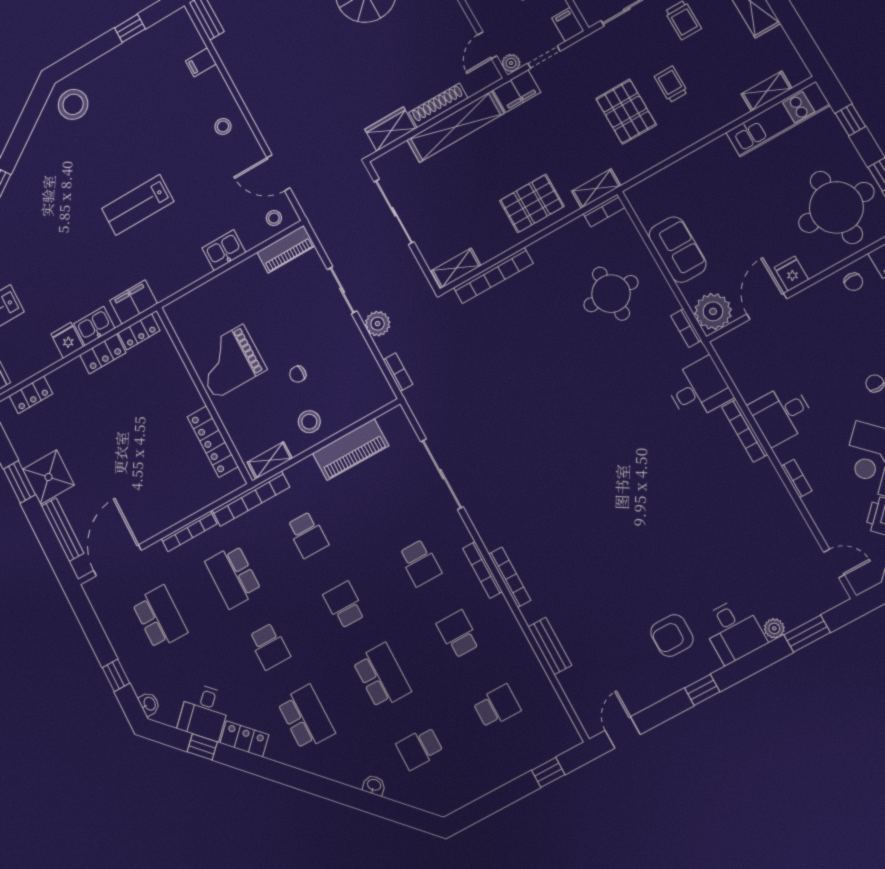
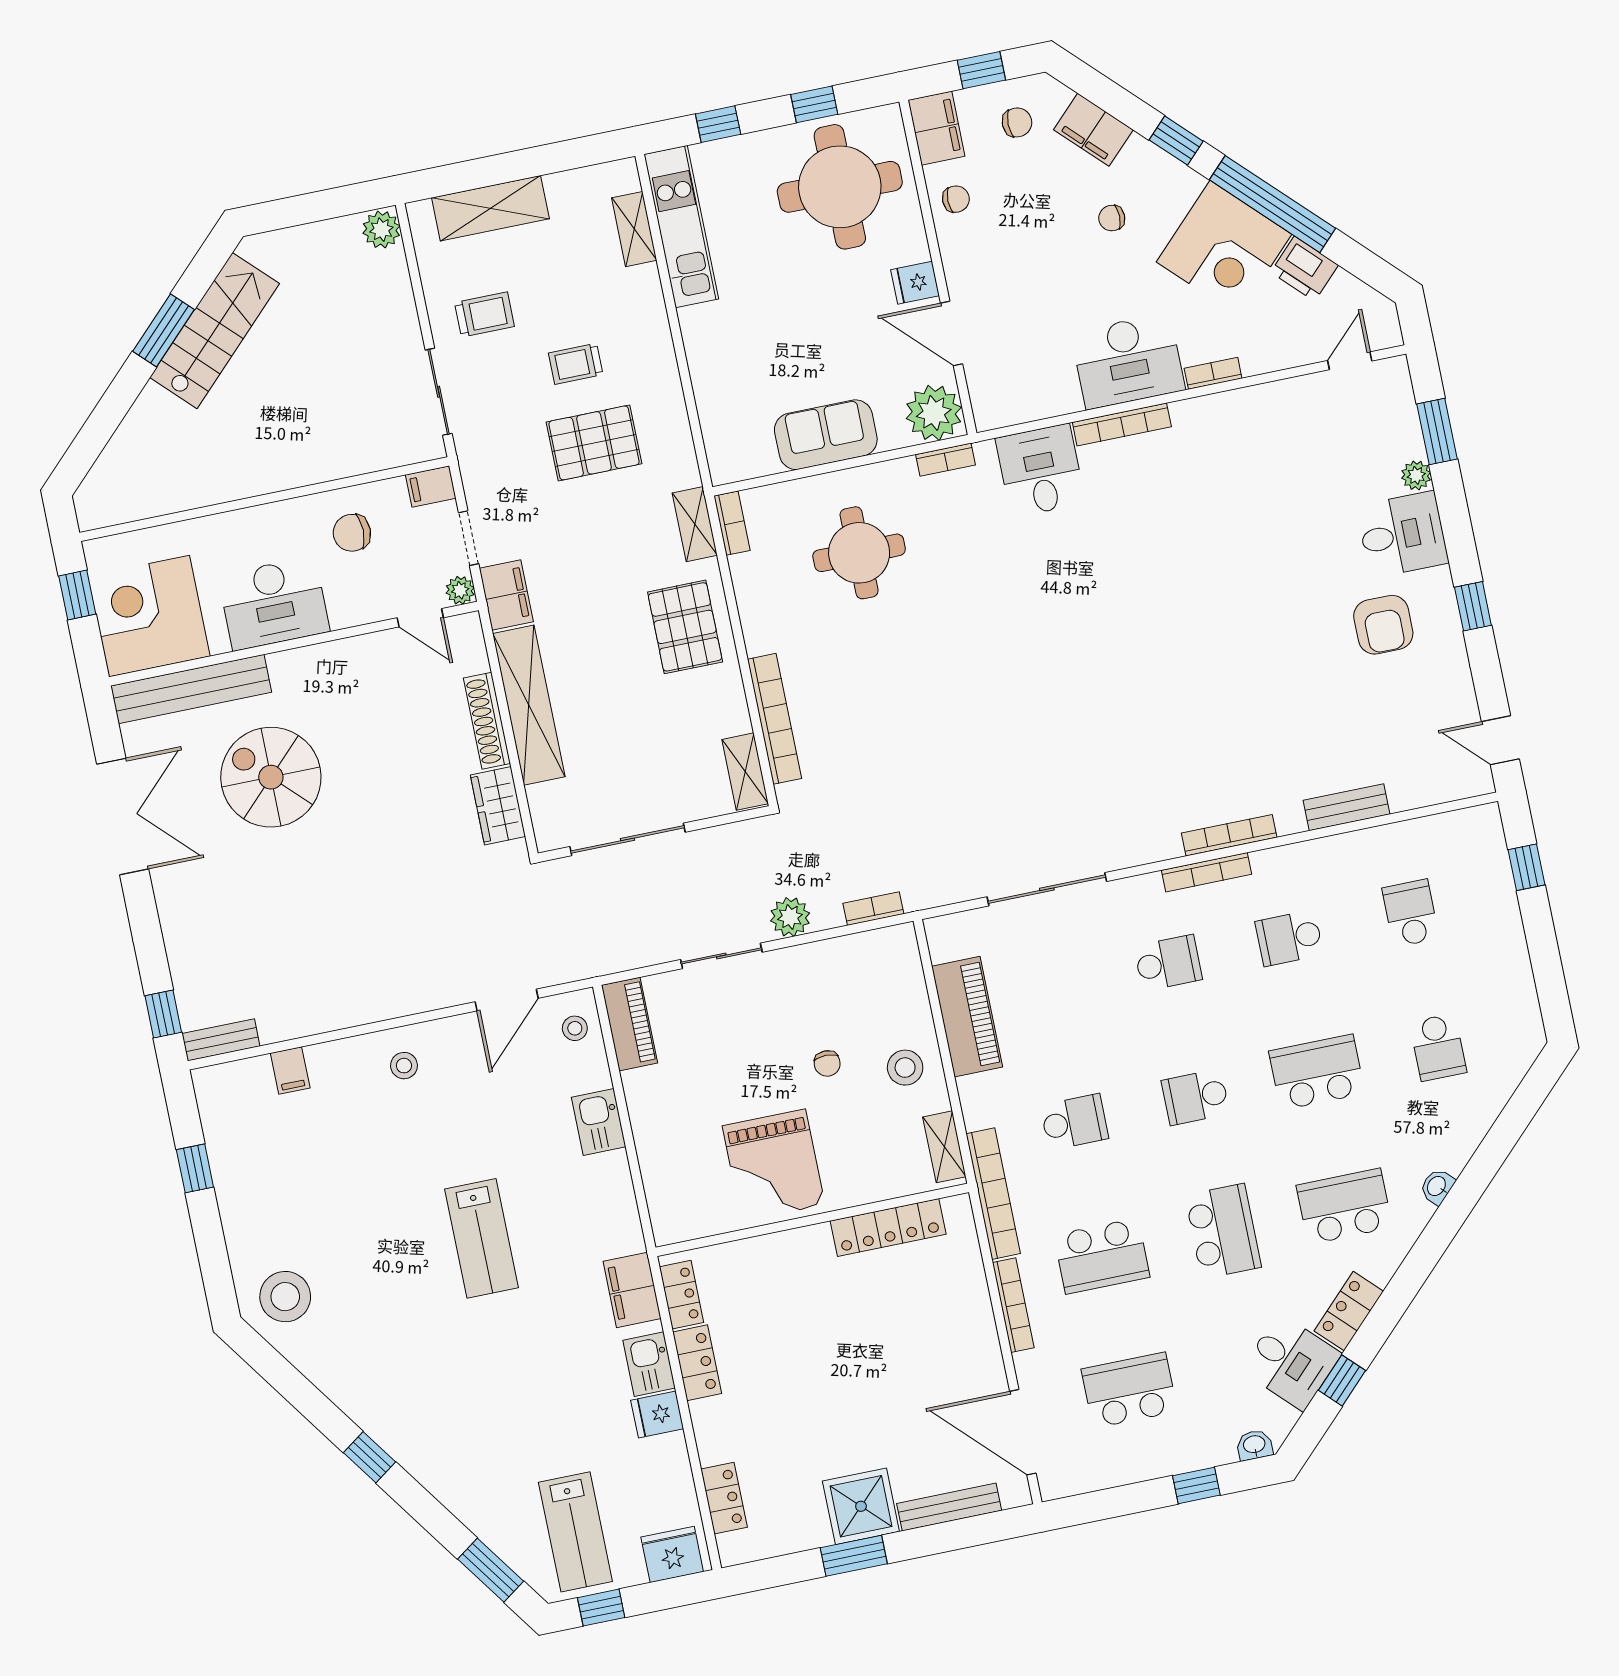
desk: (782, 414) -> (1128, 361), width x1.37
school desk: (269, 646) -> (1223, 1231), width x1.85
washbasin: (374, 785) -> (1437, 1186), moved

